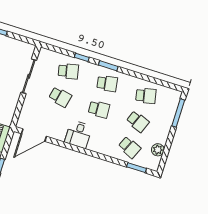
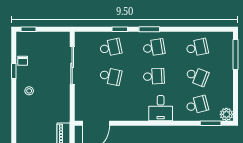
desk: (78, 134) -> (161, 108), moved
school desk: (129, 147) -> (197, 105), turned -39
plant: (158, 150) -> (226, 114), moved

